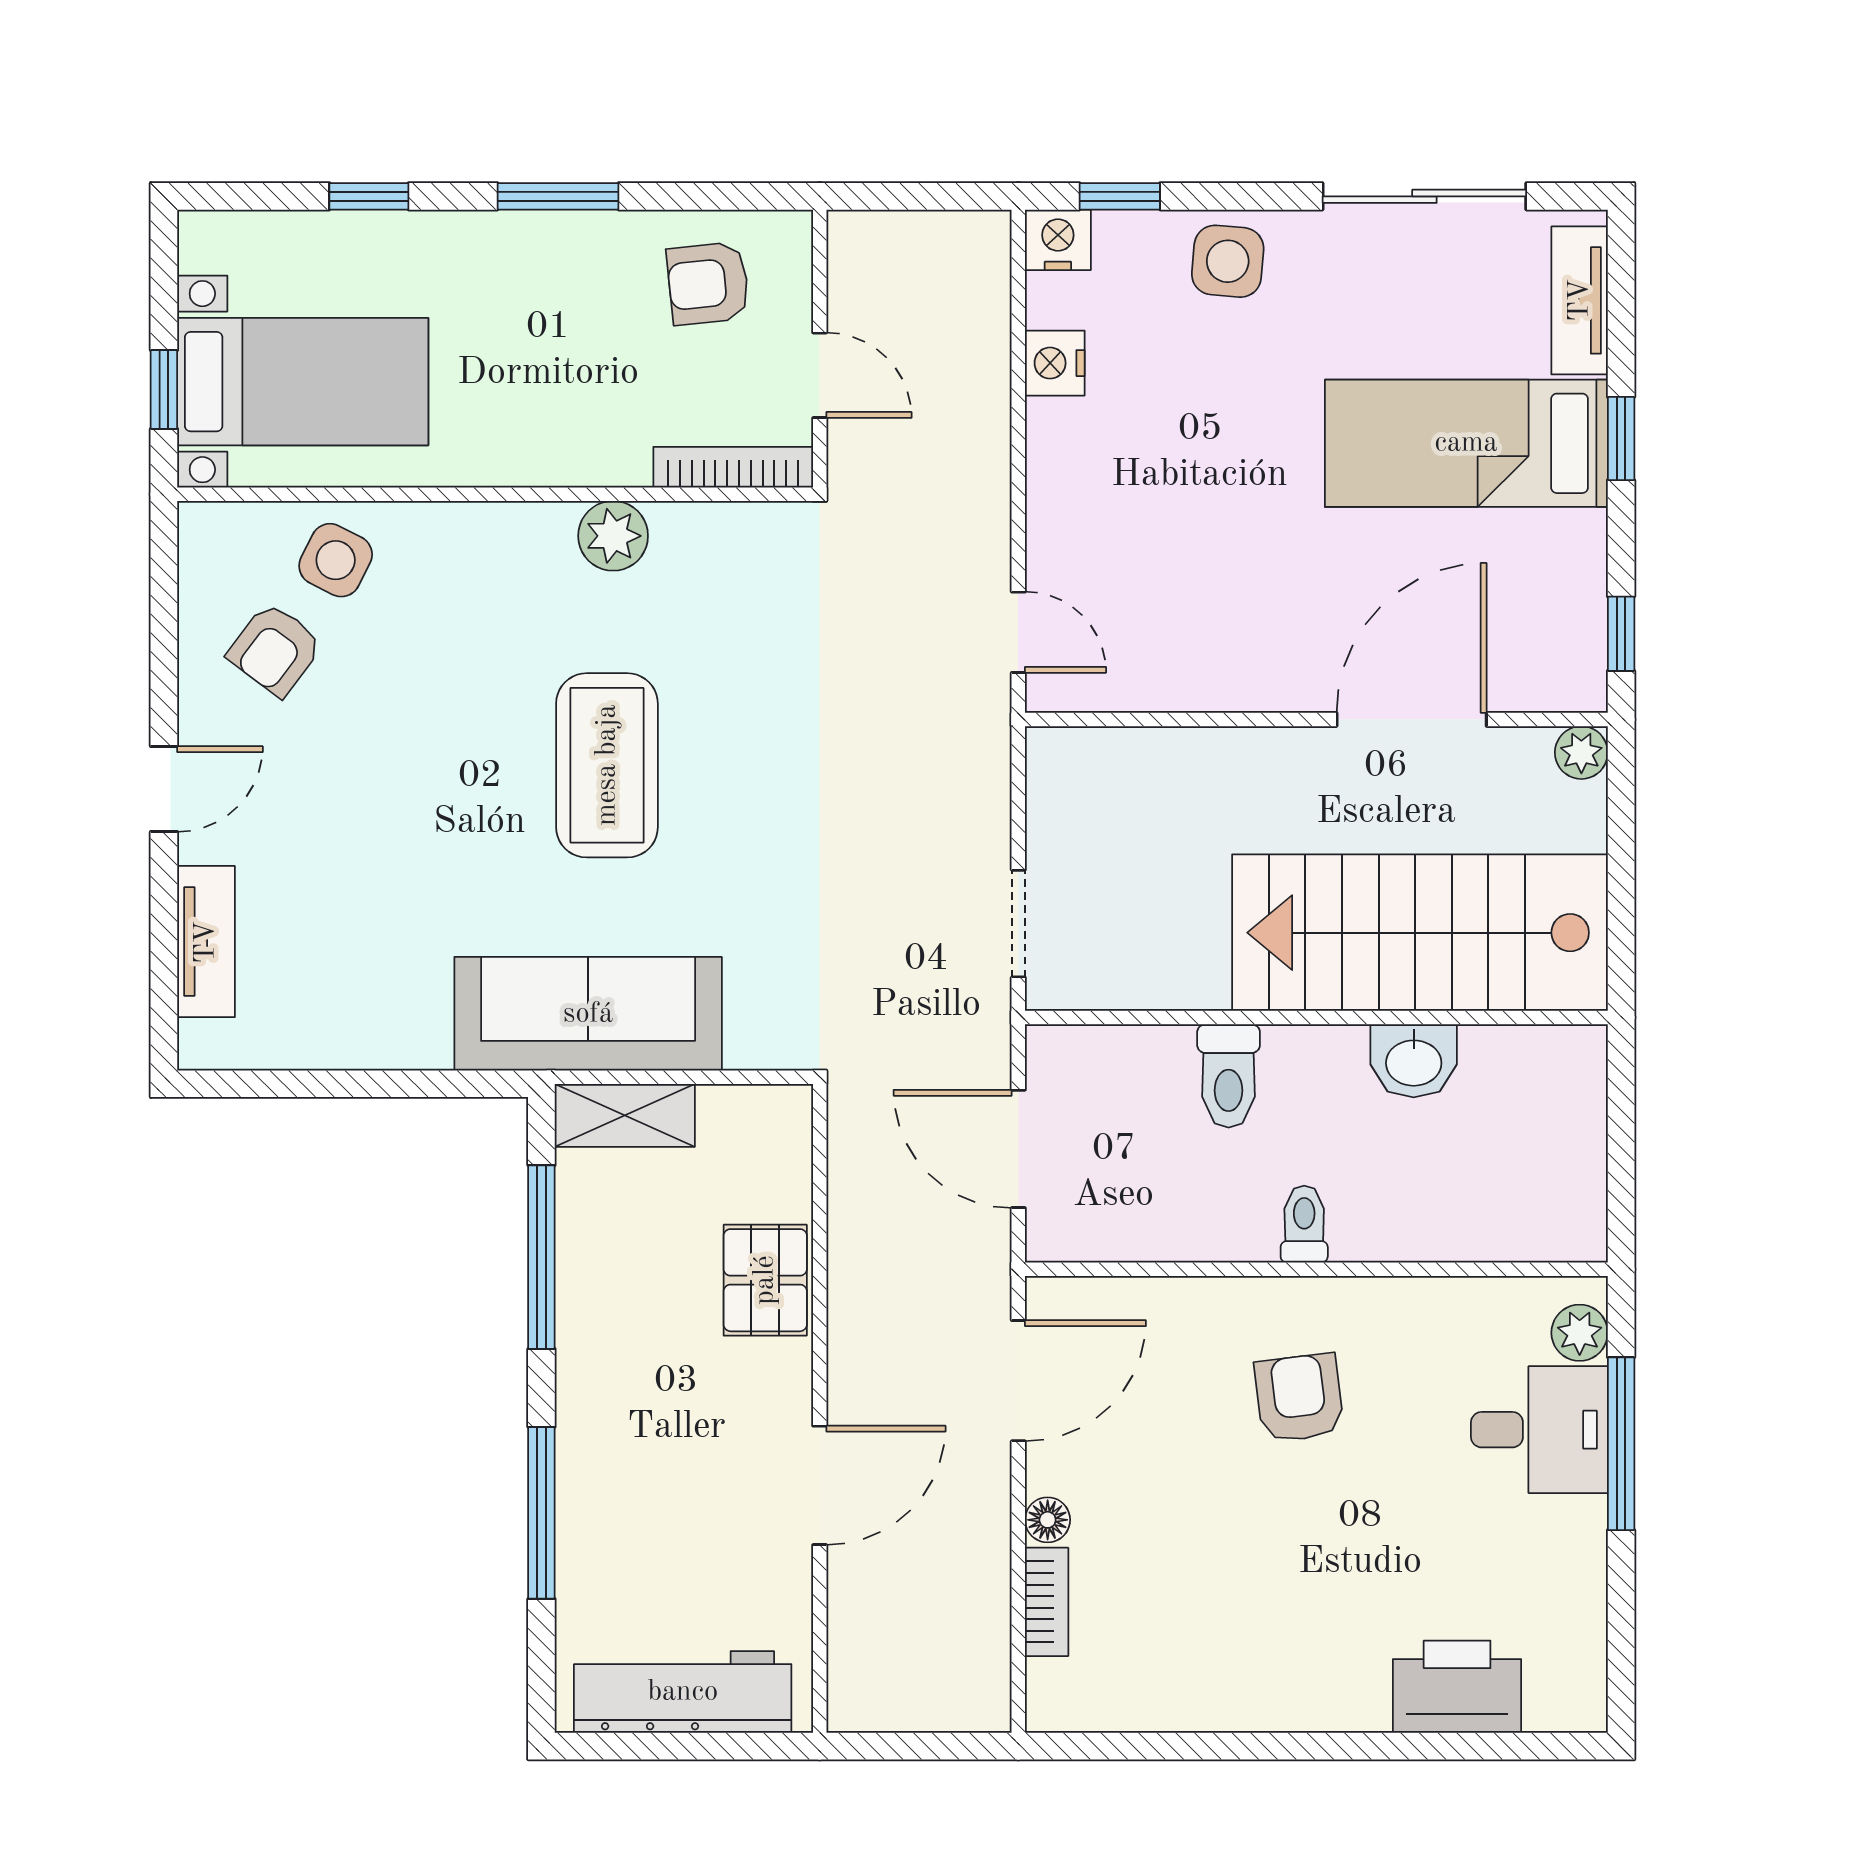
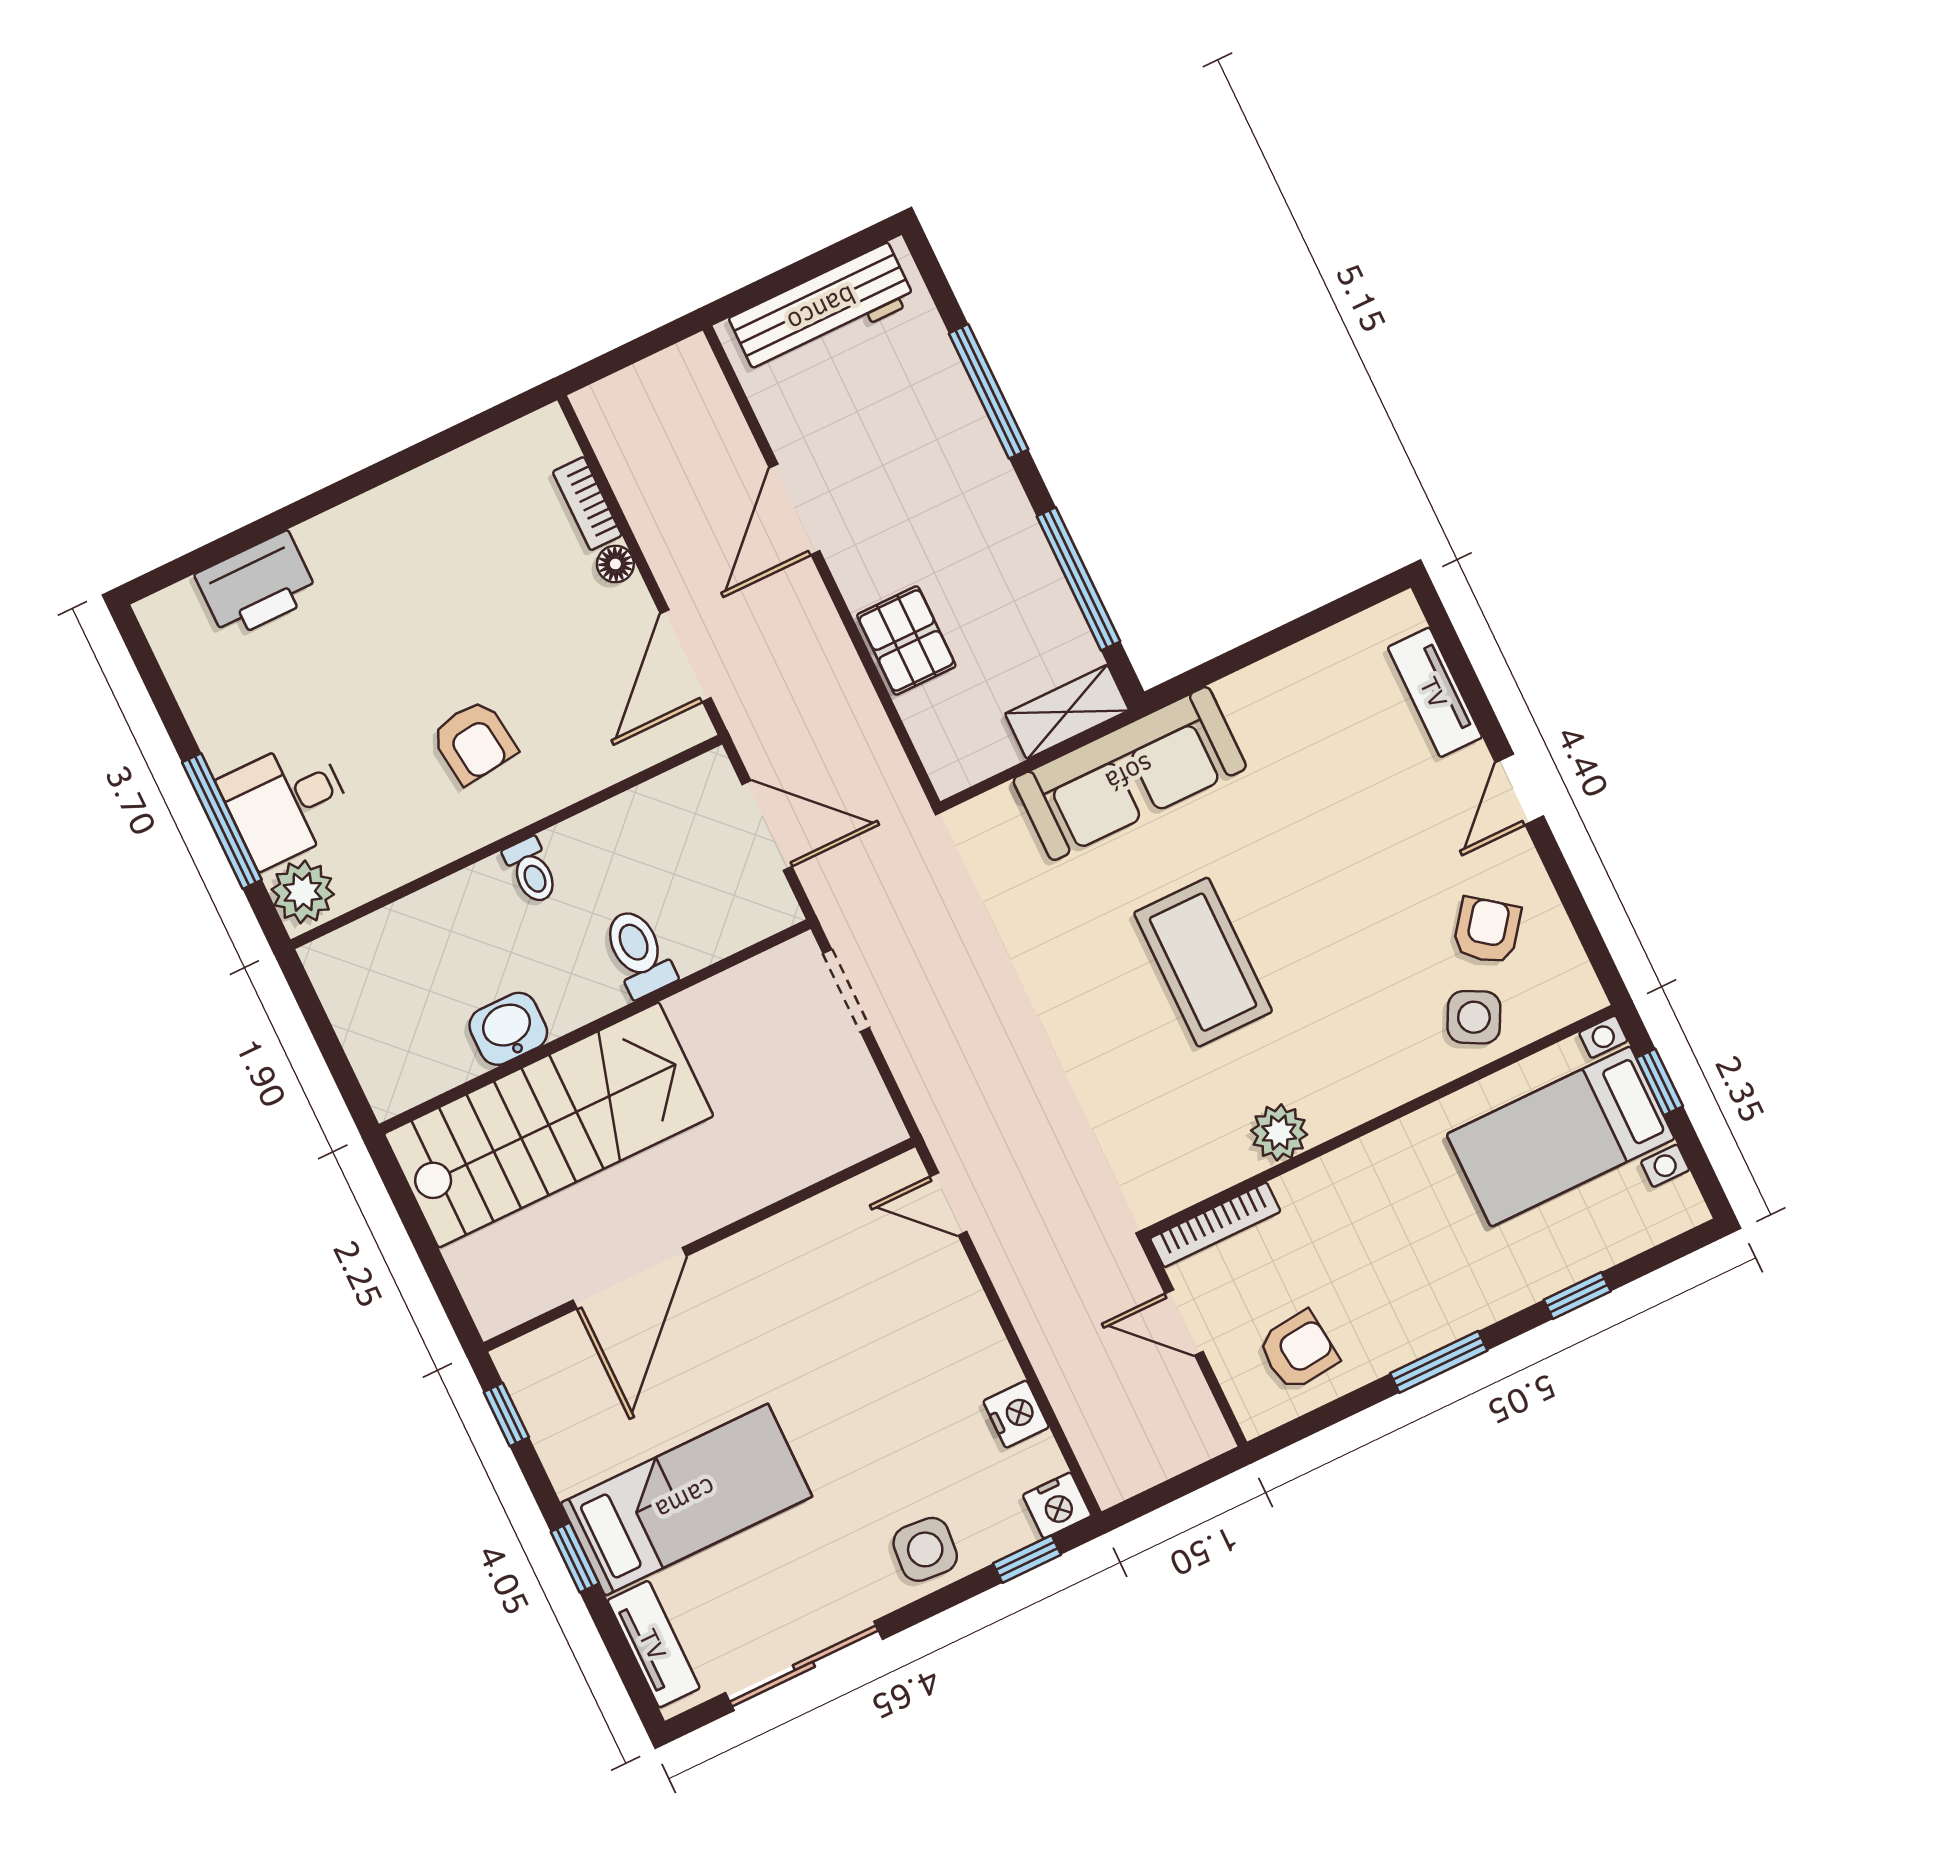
plant: (1581, 753) -> (494, 1314), removed
plant: (1580, 1333) -> (303, 892), width x1.38, depth x1.38

